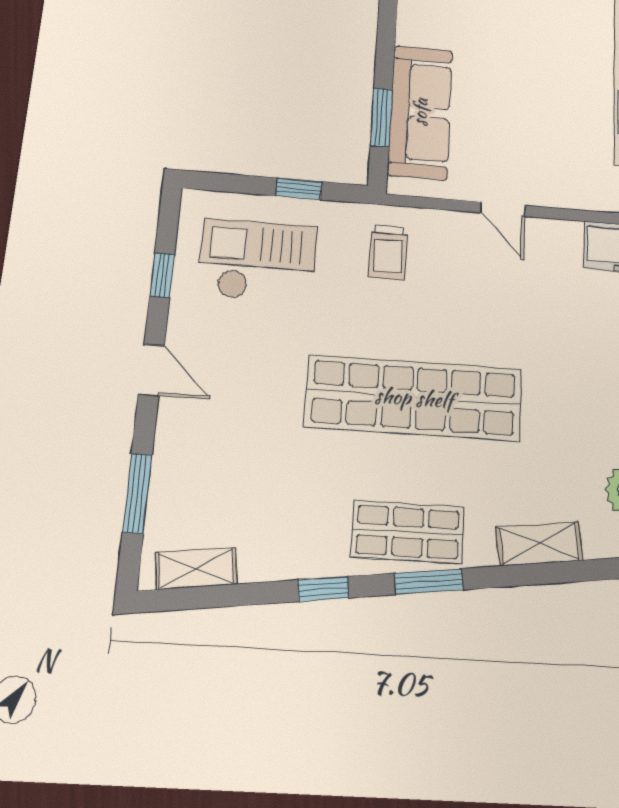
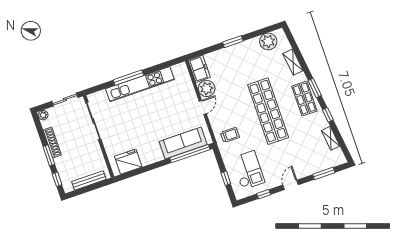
window: (381, 117) -> (190, 154), width x2.11
window: (299, 189) -> (226, 178), moved
plant: (555, 244) -> (207, 88), added
checkout: (258, 261) -> (248, 170), turned 180
shelving: (196, 568) -> (331, 138), moved

